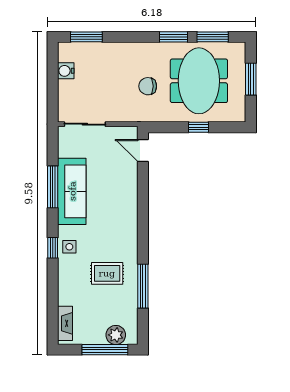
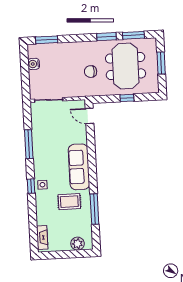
sofa: (72, 191) -> (79, 167), moved, turned 180
window: (105, 350) -> (71, 254), removed

